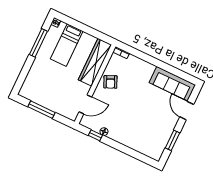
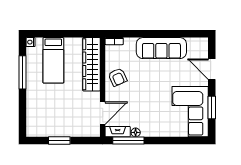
sofa: (172, 84) -> (161, 48), moved
window: (42, 110) -> (59, 141), width x0.69
fireplace: (90, 124) -> (118, 132), added
window: (95, 135) -> (128, 141), width x2.17
corner sofa: (154, 136) -> (190, 112), added

